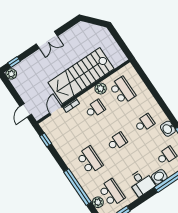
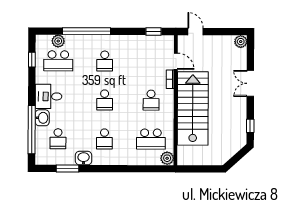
double door: (47, 40) -> (250, 83), moved
window: (14, 62) -> (250, 126), moved
plant: (101, 89) -> (167, 158), moved
school desk: (90, 160) -> (105, 61), width x0.54

